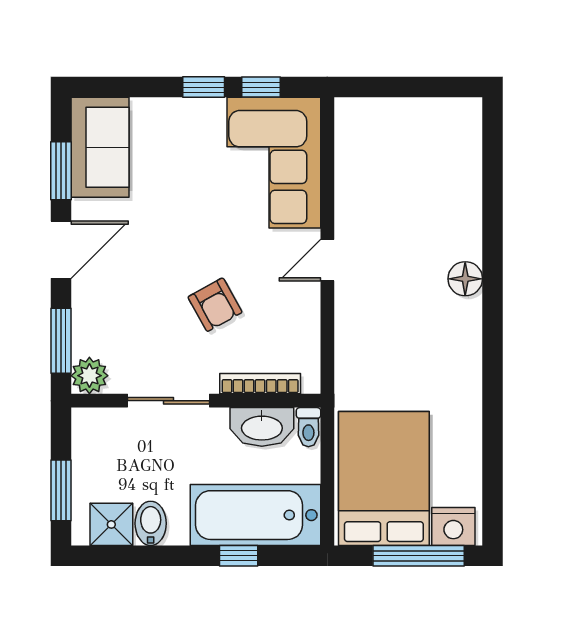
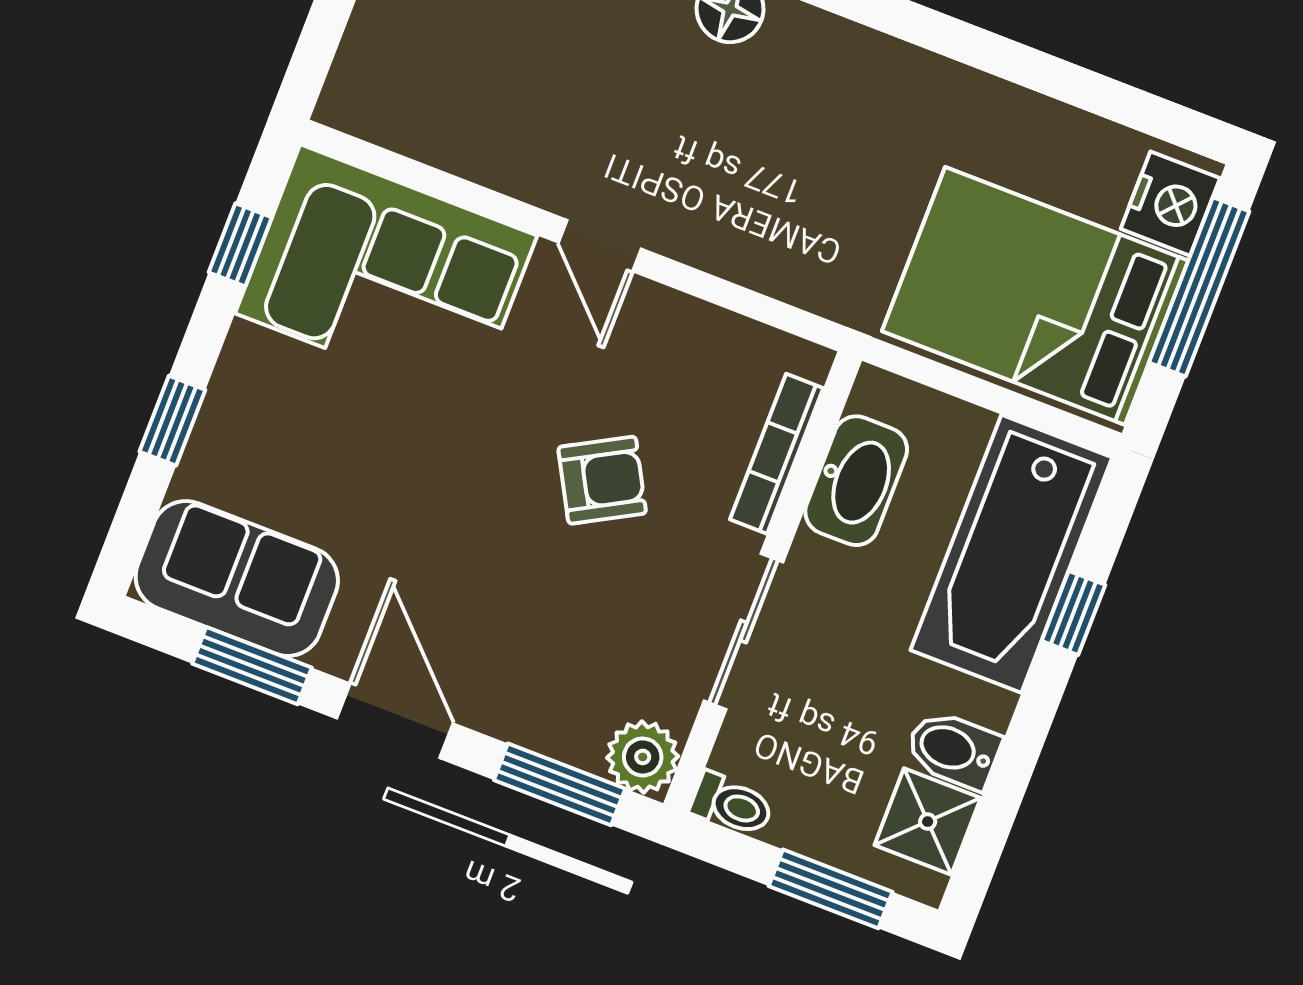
window: (204, 87) -> (172, 421), moved
toilet: (308, 427) -> (732, 805), moved

